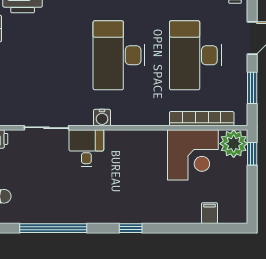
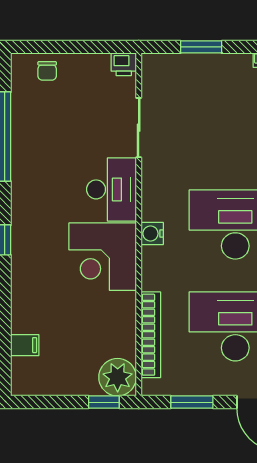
water cooler: (102, 118) -> (152, 234), moved
desk: (86, 148) -> (111, 189), width x1.37
corner desk: (193, 155) -> (103, 257), moved

